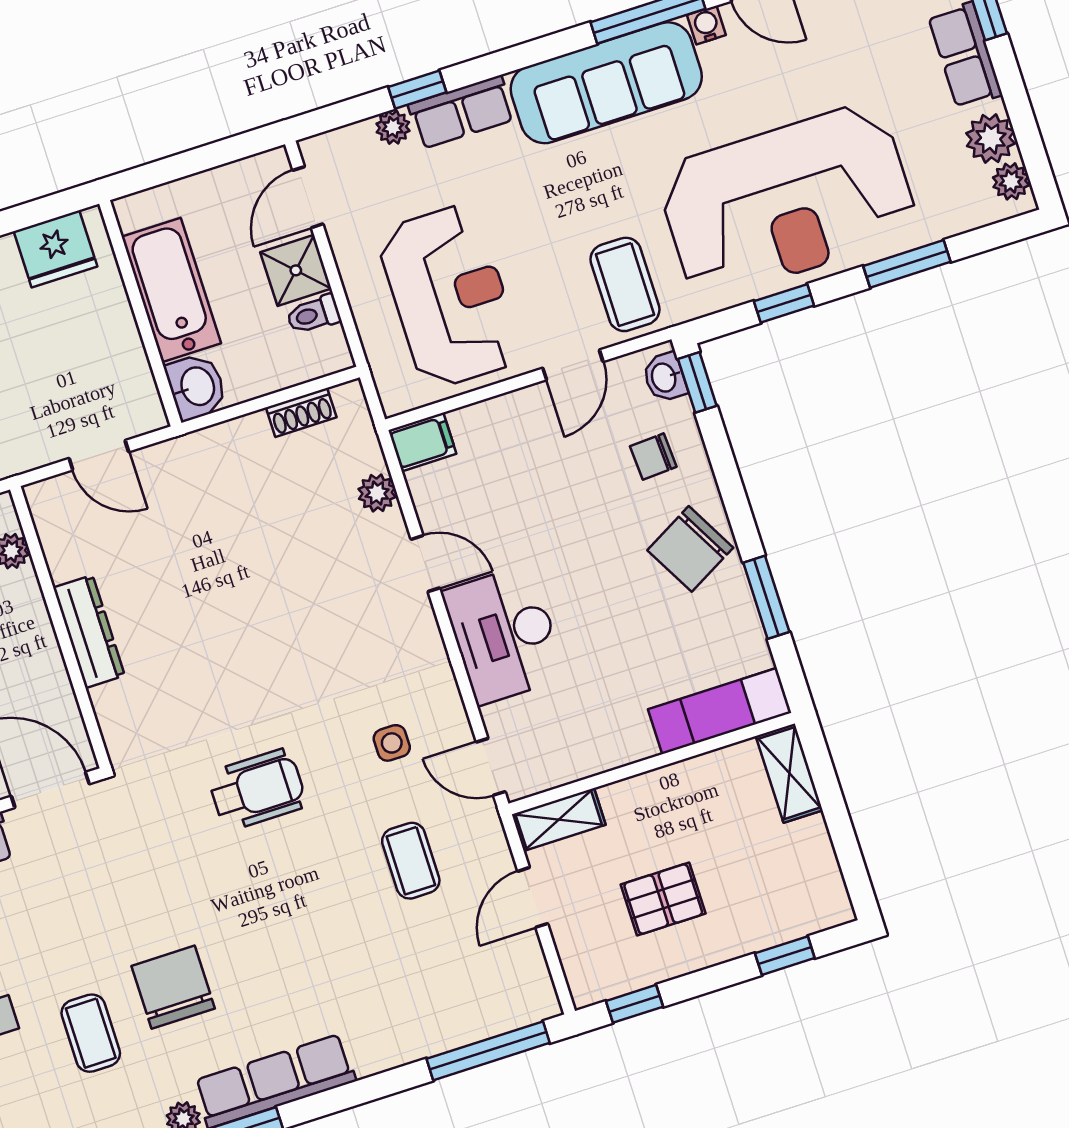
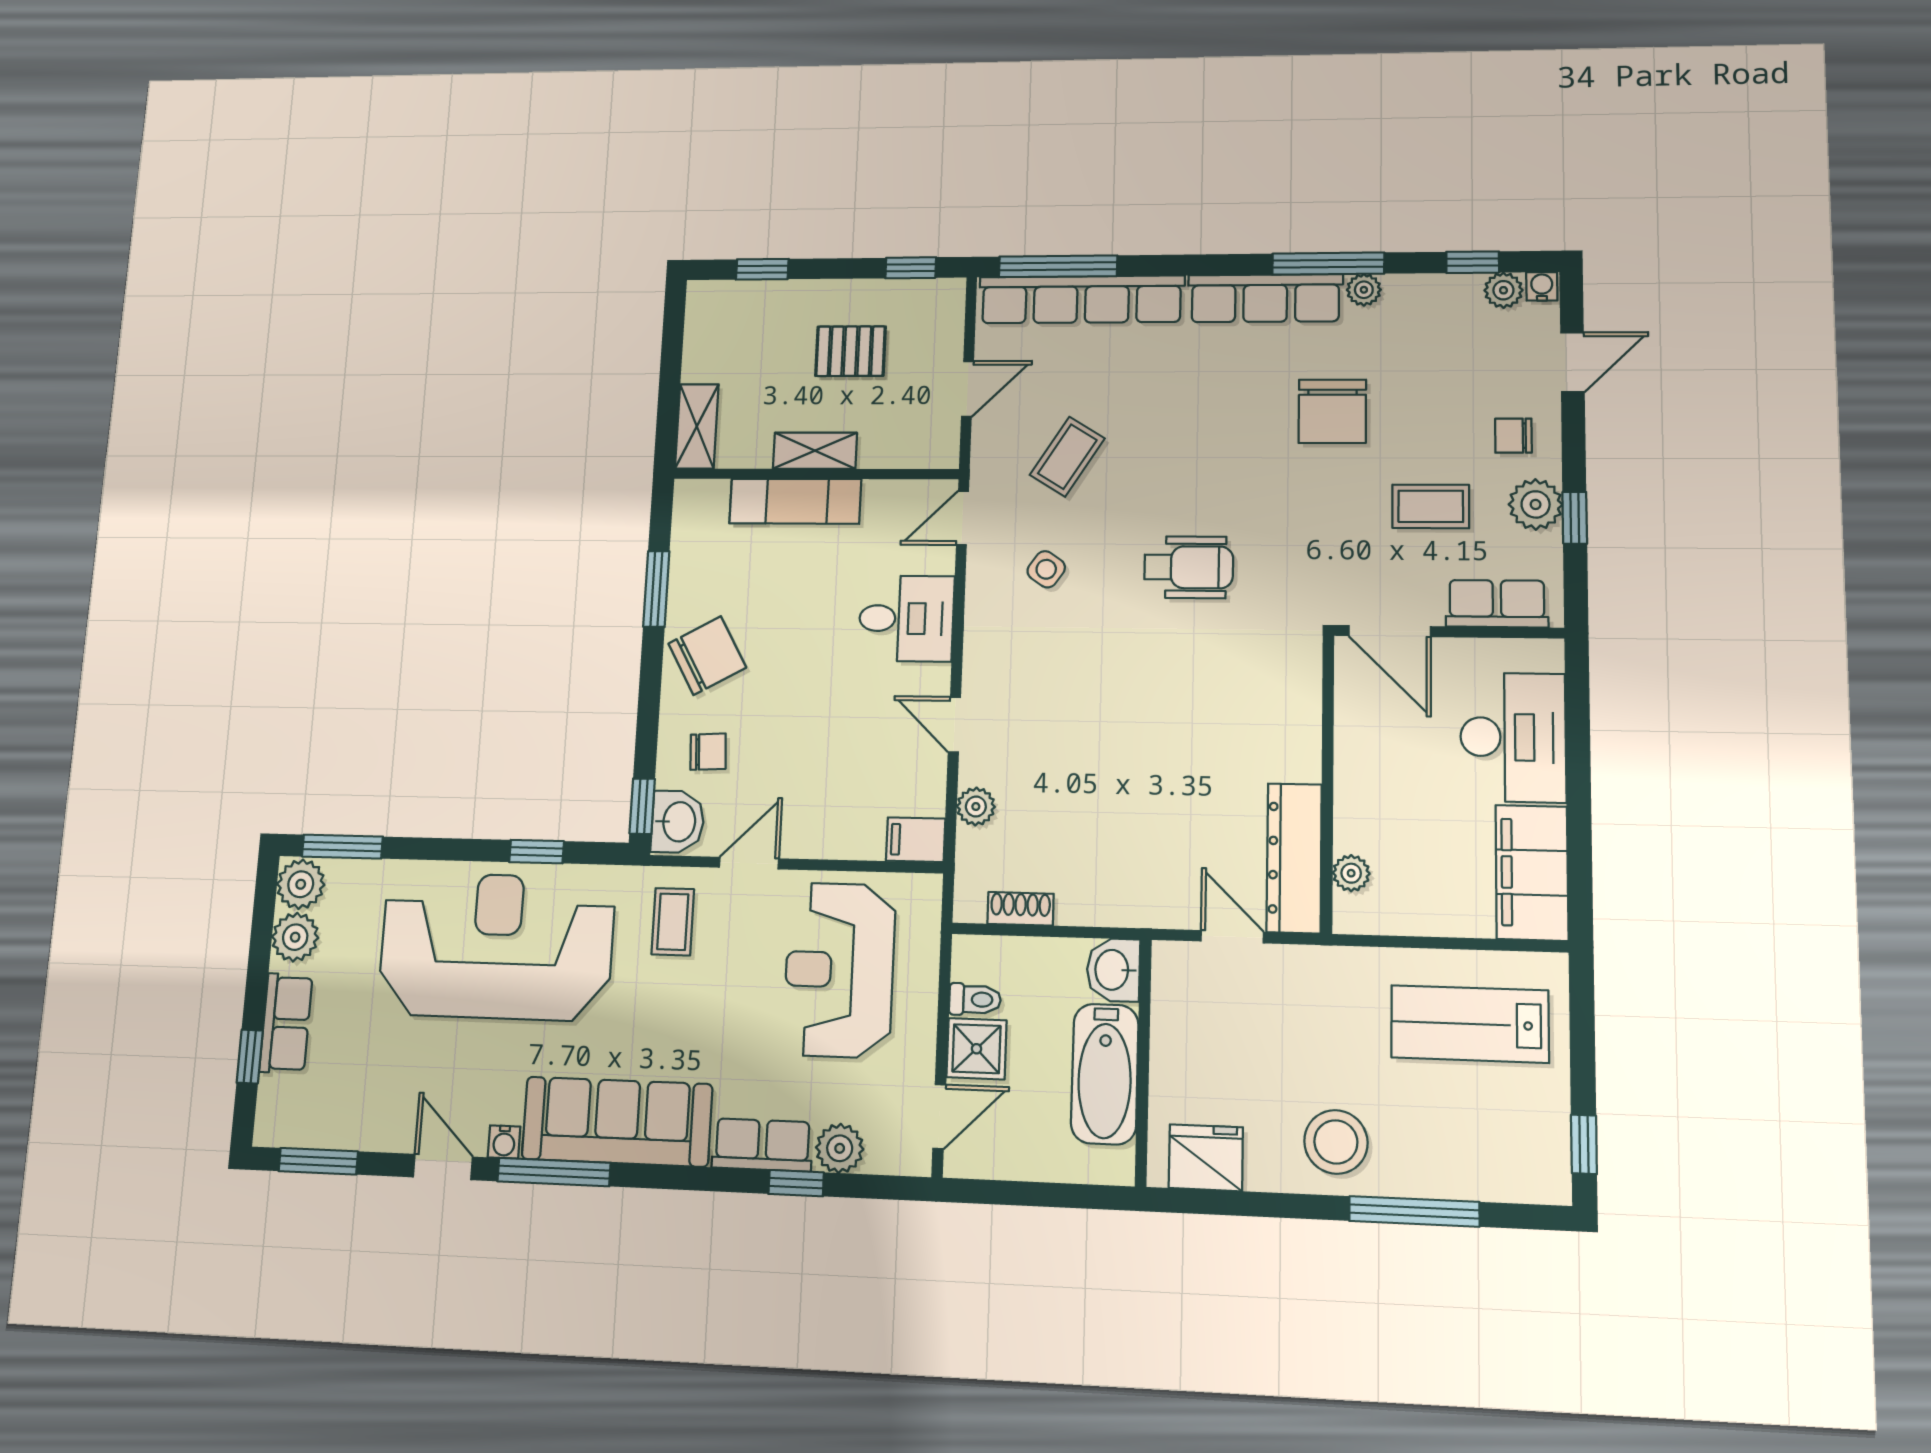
plant: (393, 127) -> (840, 1148), width x1.38, depth x1.38
plant: (1011, 181) -> (301, 884), width x1.38, depth x1.38
window: (907, 264) -> (342, 847), moved
coffee table: (625, 284) -> (673, 922), width x0.73, depth x0.77
washbasin: (665, 377) -> (678, 822), width x1.38, depth x1.45
dresser: (89, 632) -> (1294, 858), moved, width x1.37, depth x1.24
desk: (504, 635) -> (906, 618), width x0.73
exam couch: (720, 711) -> (795, 501), moved
side table: (392, 743) -> (1046, 569), turned 35
door: (491, 767) -> (962, 518), swing flipped
wheelchair: (257, 790) -> (1189, 567), turned 180
shelving: (559, 820) -> (815, 451), moved
coffee table: (411, 861) -> (1067, 457), turned 32
row of seats: (453, 1024) -> (1081, 299), added
coffee table: (91, 1033) -> (1431, 506), moved, turned 90

